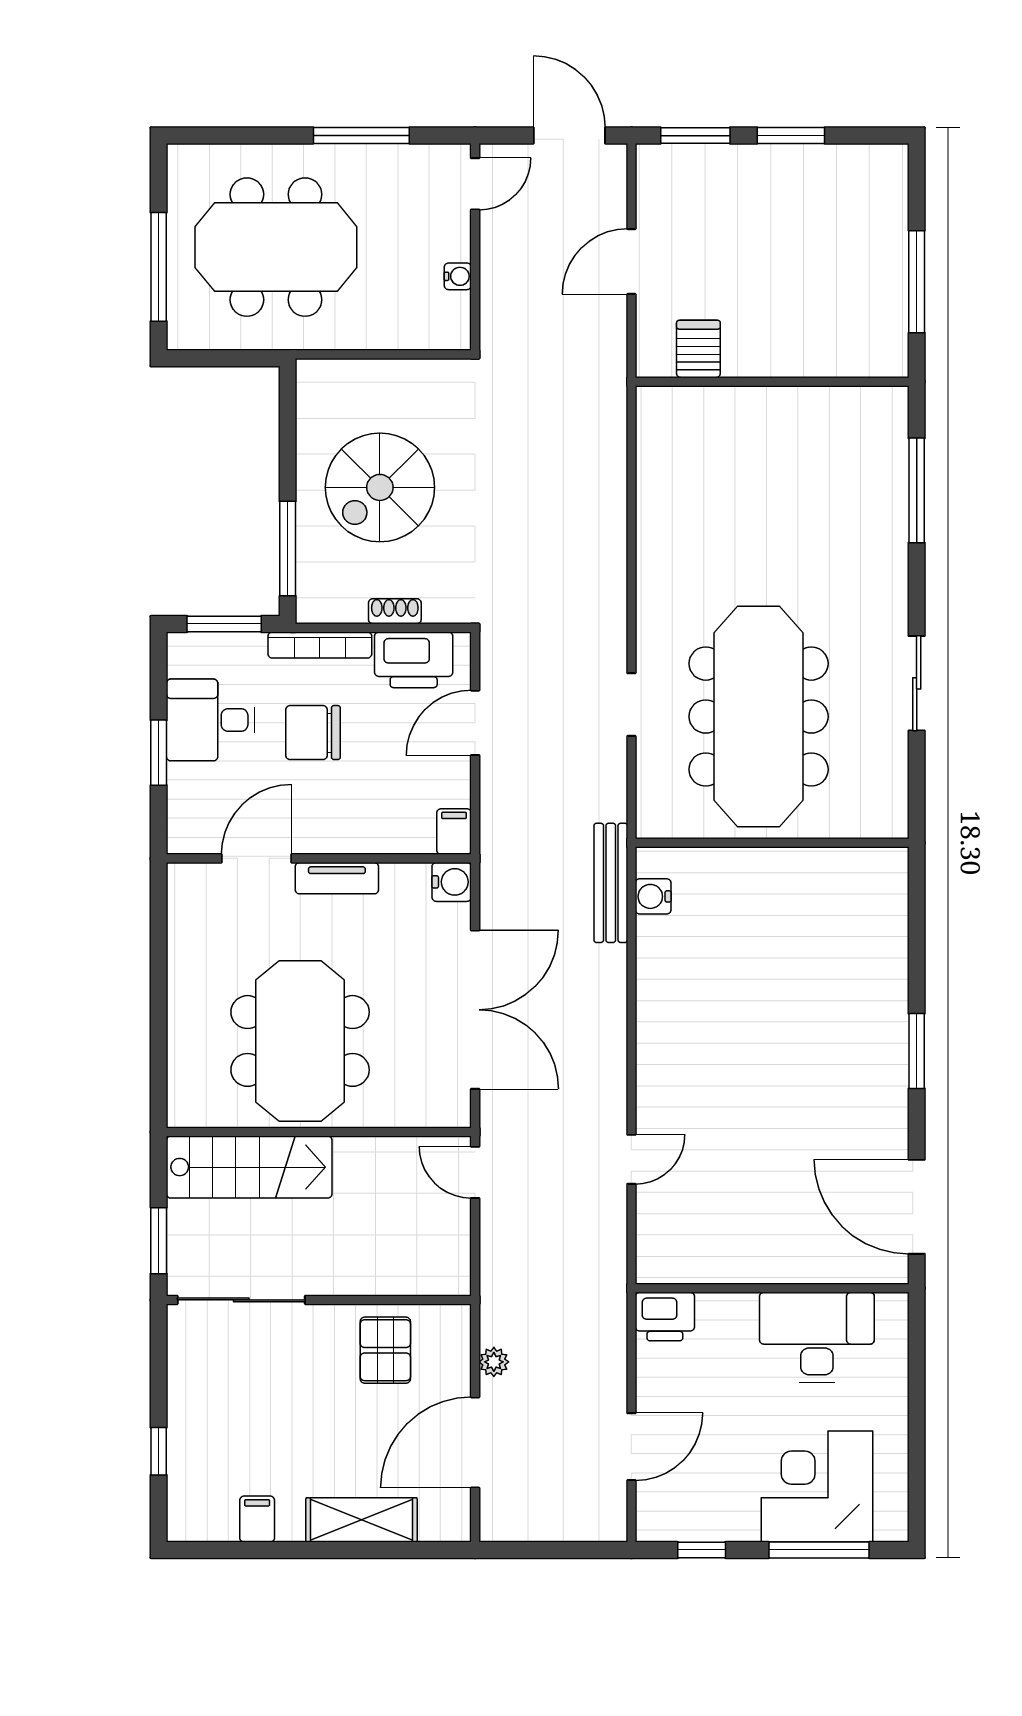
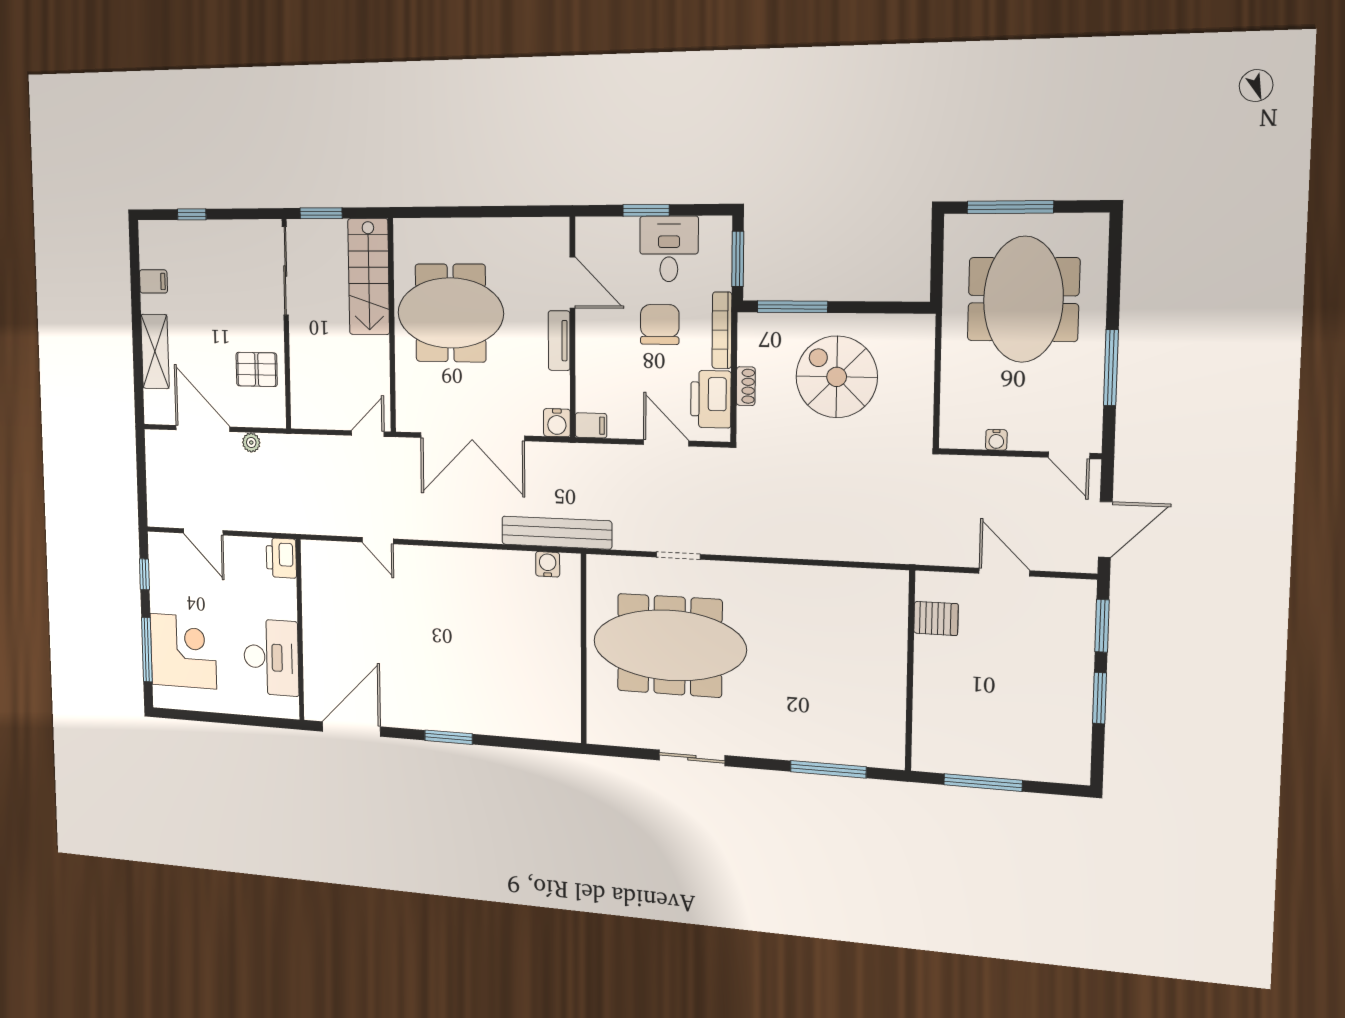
bench: (611, 883) -> (557, 533), width x1.37, depth x1.21

